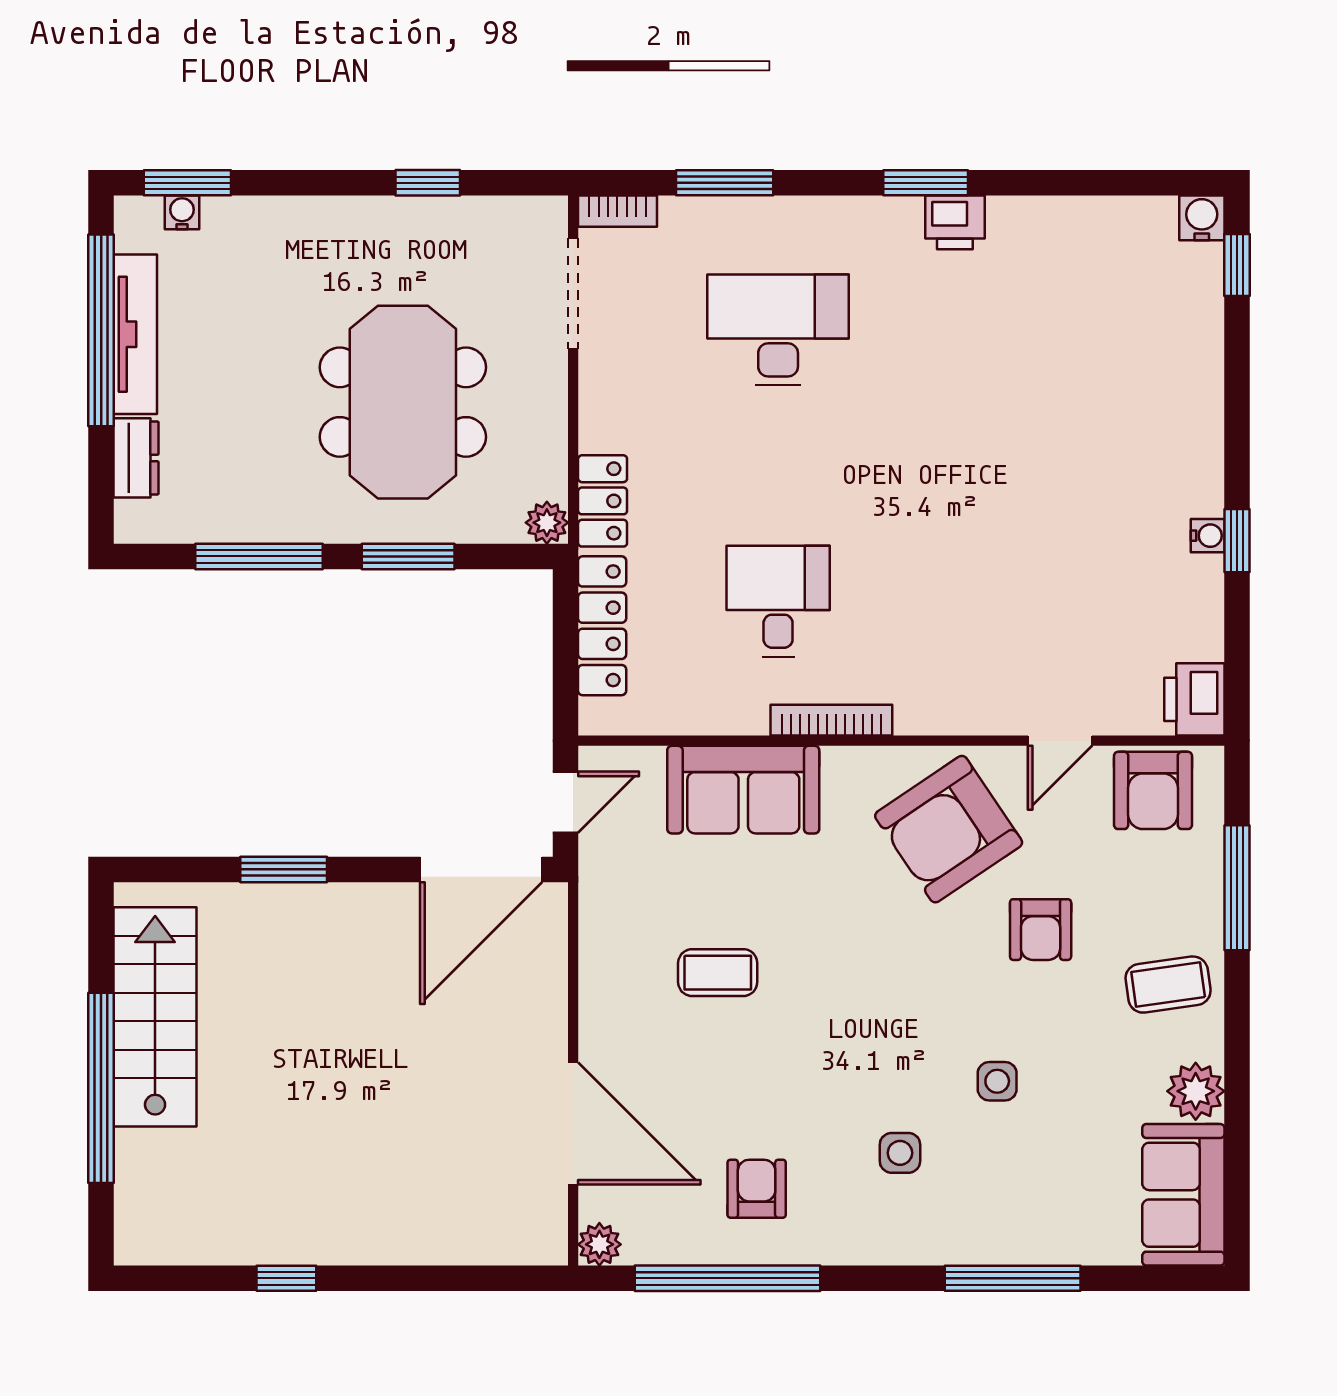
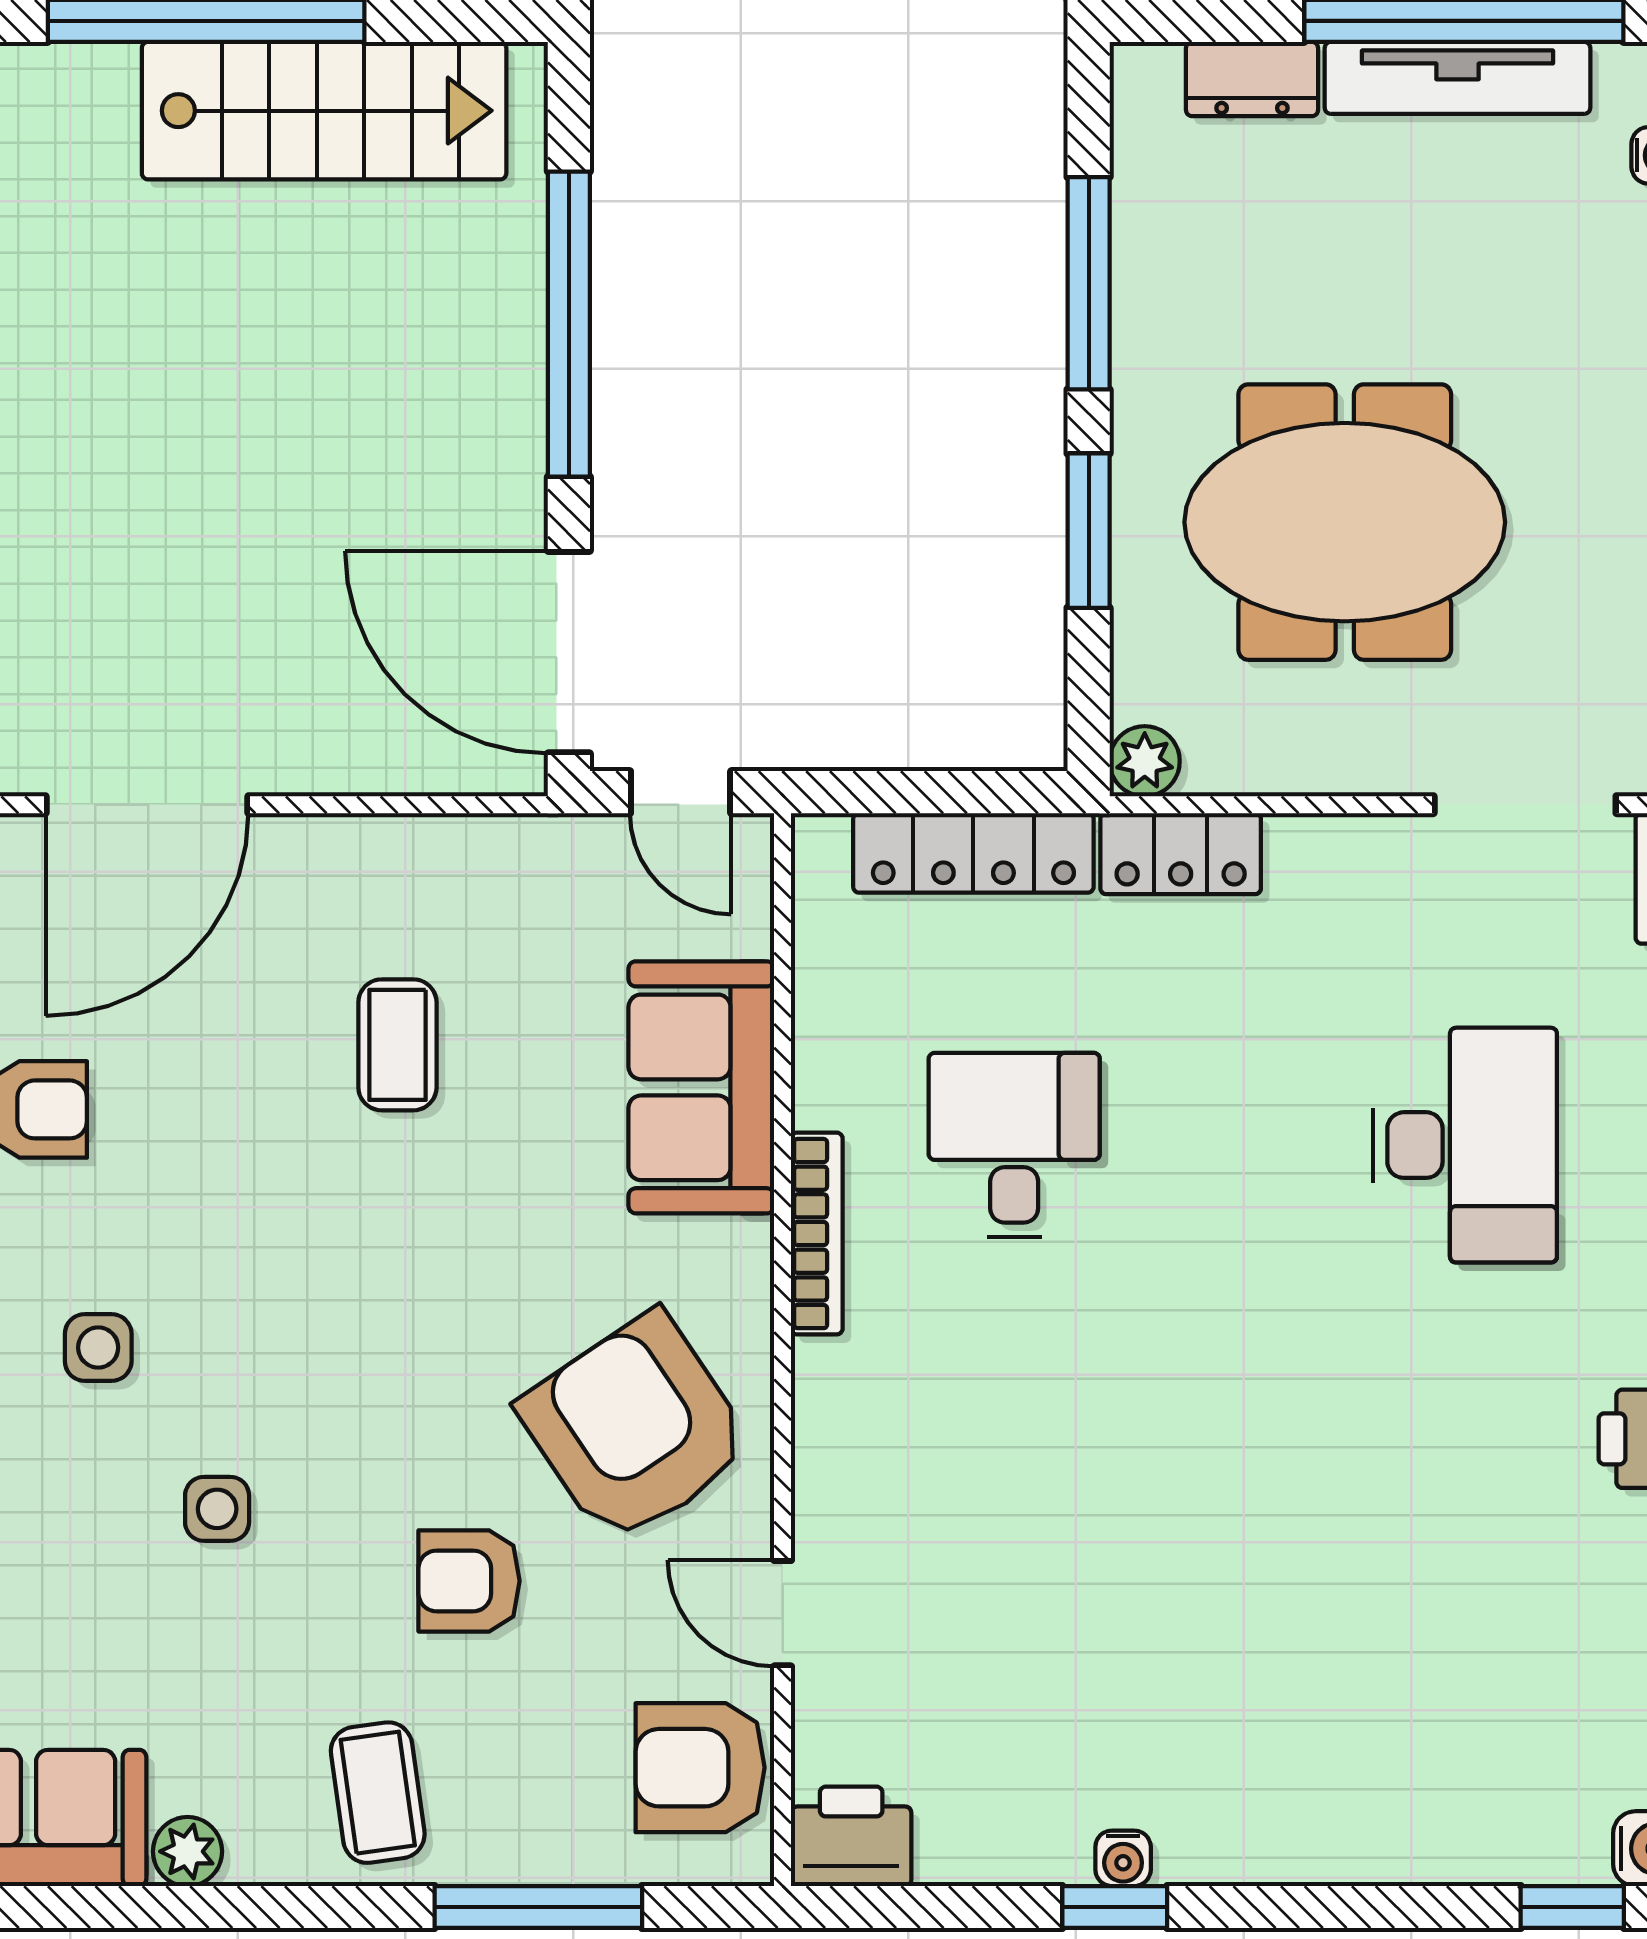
desk: (778, 601) -> (1014, 1145), turned -90
window: (284, 869) -> (569, 324), width x2.11
plant: (1196, 1091) -> (188, 1851), width x0.73, depth x0.73

